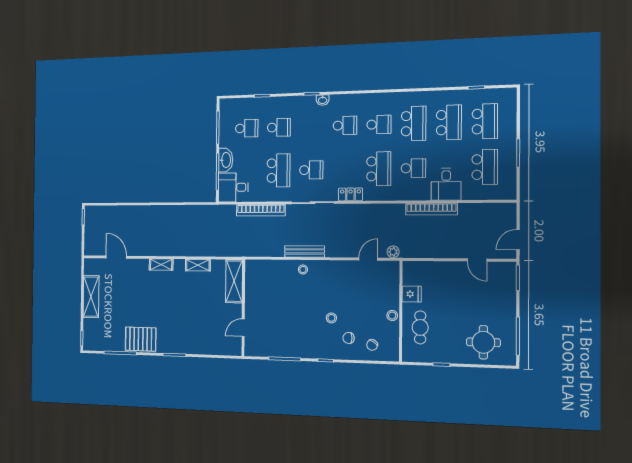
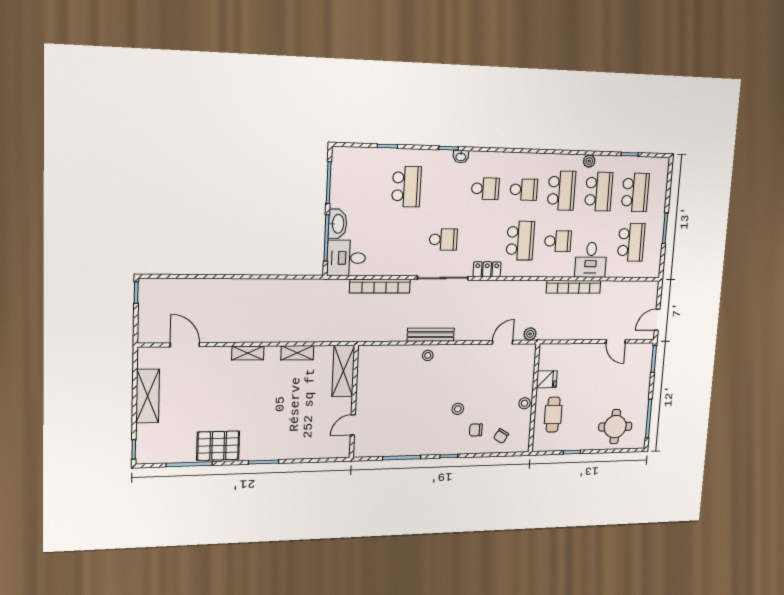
plant: (438, 96) -> (589, 161), added
school desk: (279, 127) -> (406, 187), width x1.85
school desk: (247, 128) -> (366, 186), removed
school desk: (279, 170) -> (404, 239), removed

